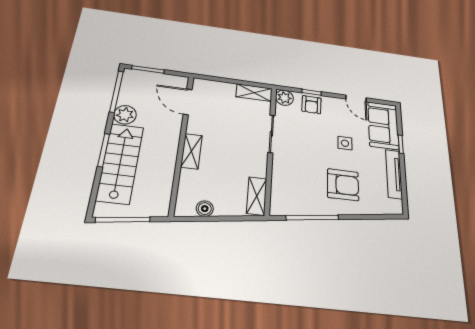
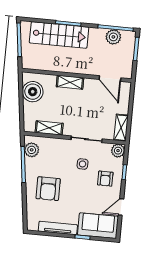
door: (188, 102) -> (110, 79), swing flipped
armchair: (311, 105) -> (105, 179), moved, turned -91
plant: (125, 115) -> (113, 37), moved
side table: (345, 143) -> (83, 164), moved
shelving: (257, 196) -> (49, 128), moved
plant: (290, 205) -> (32, 150), added
boiler: (205, 209) -> (33, 92), width x1.86, depth x1.86

